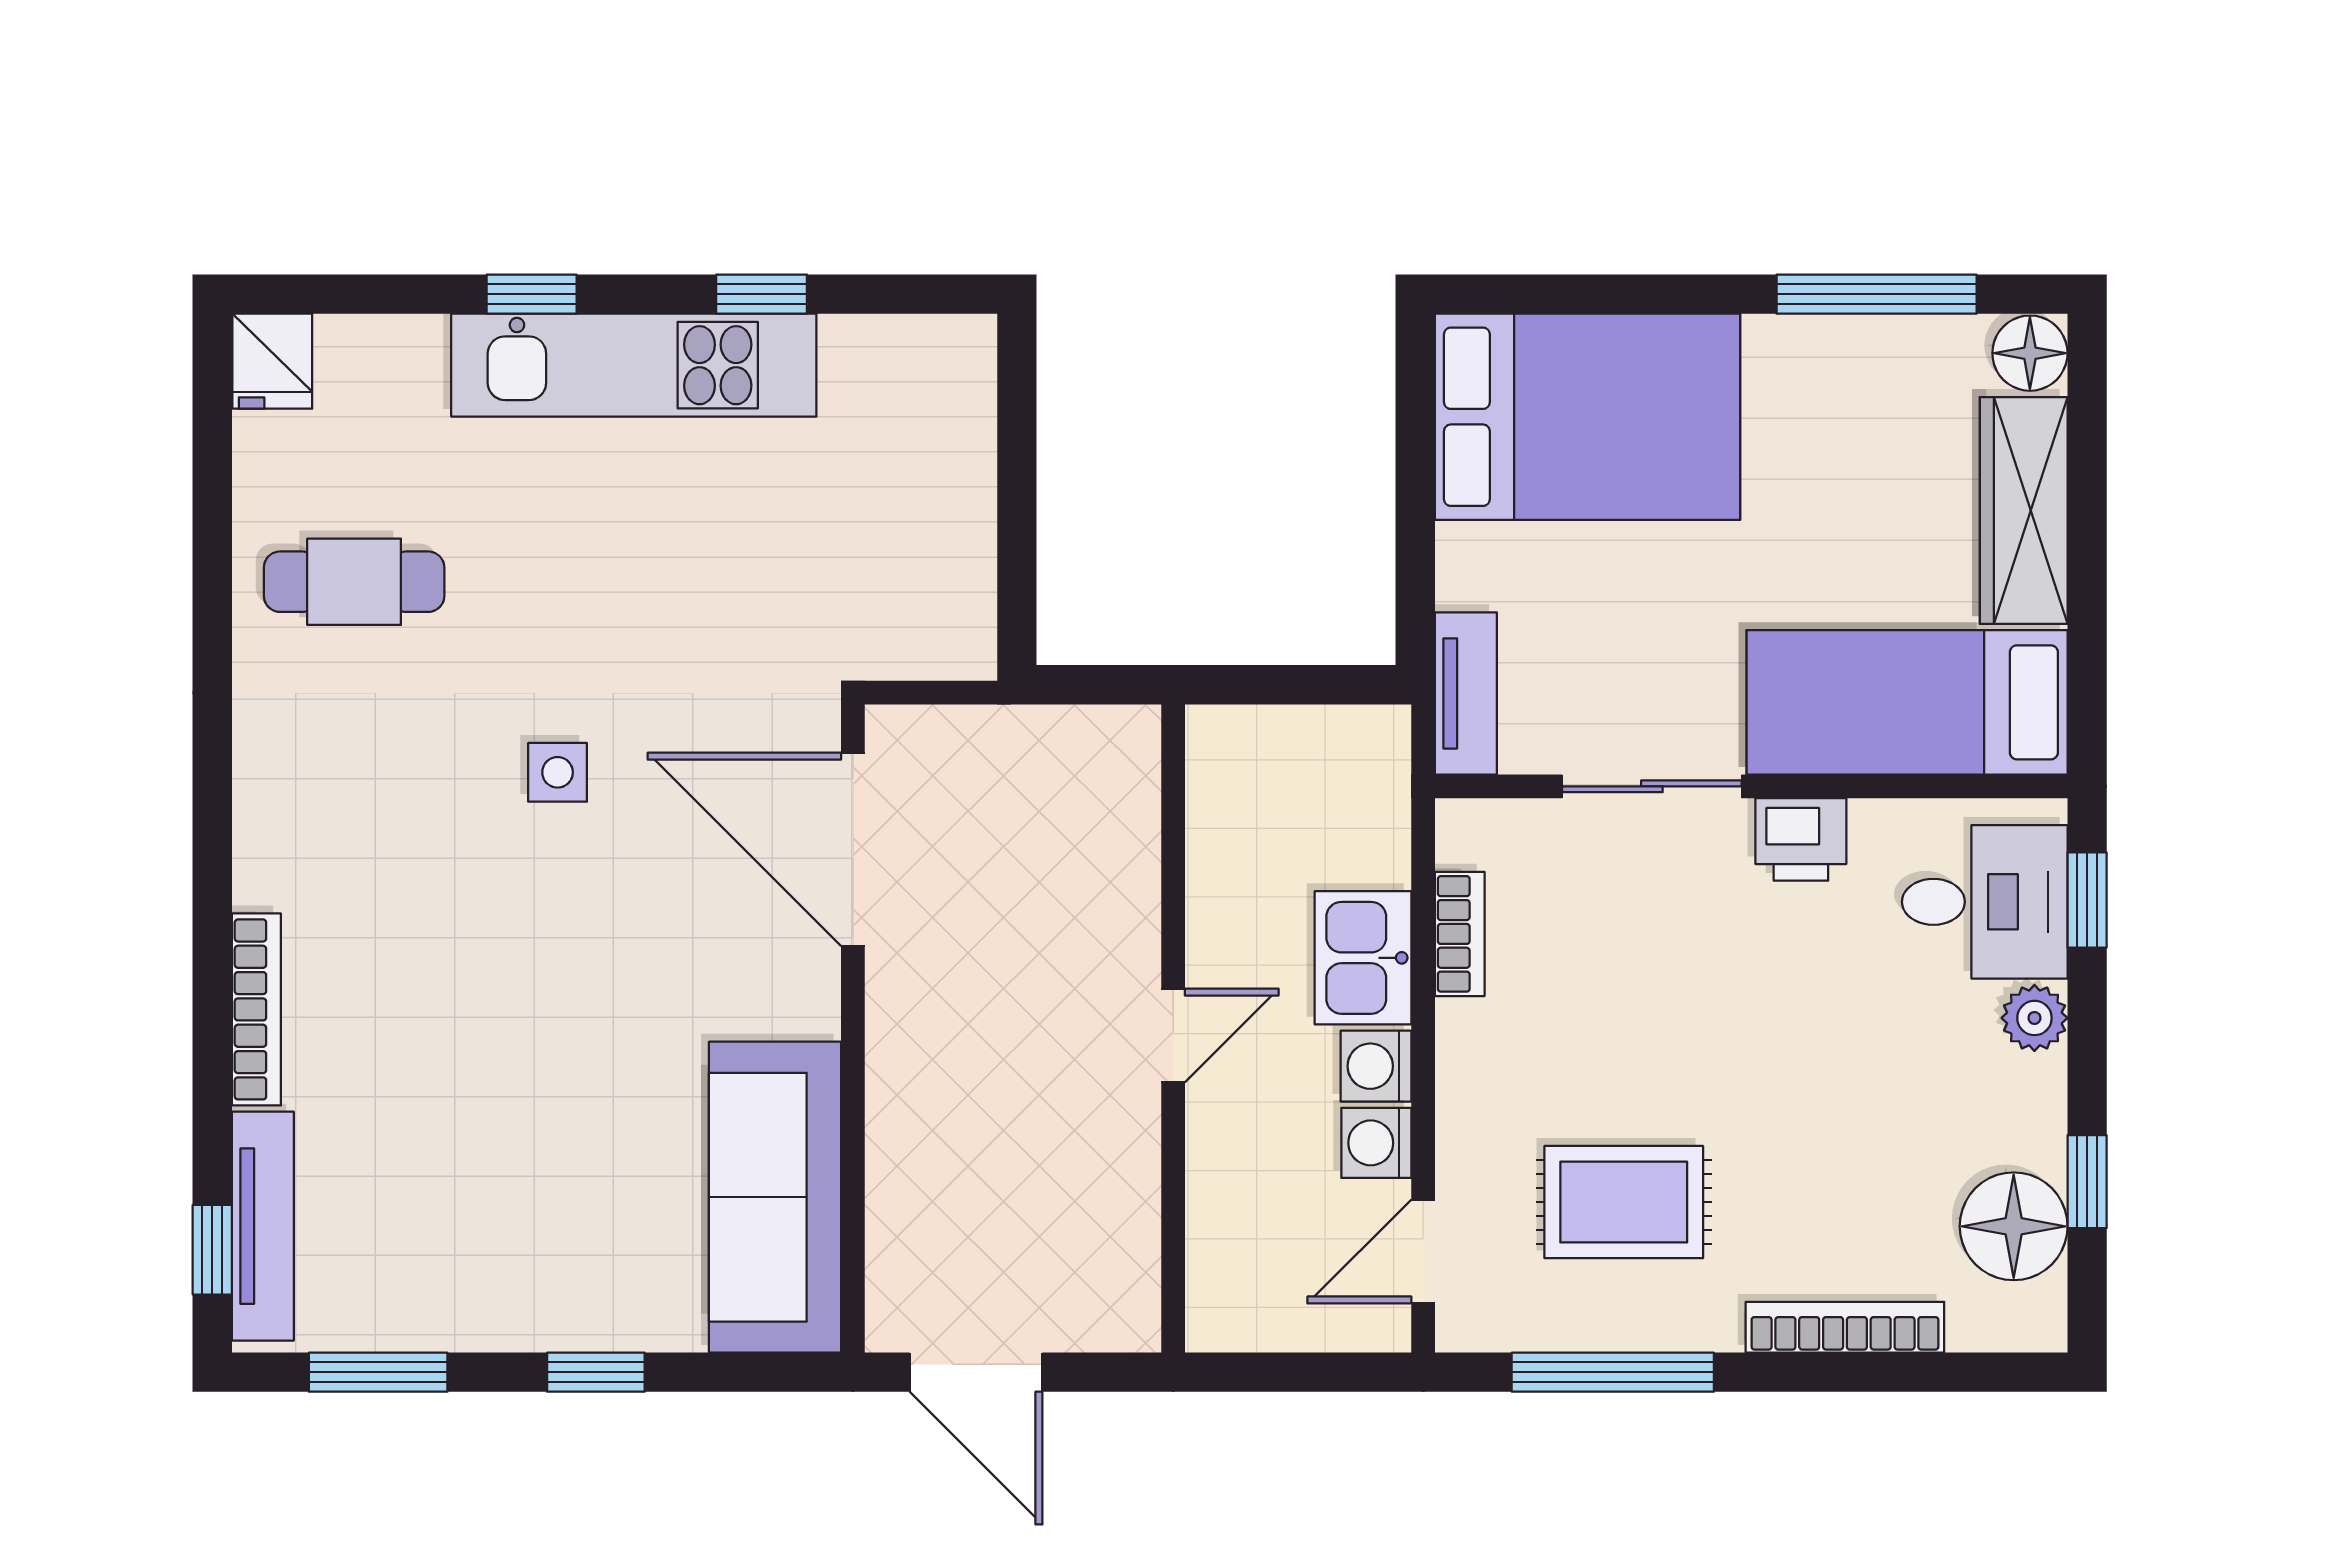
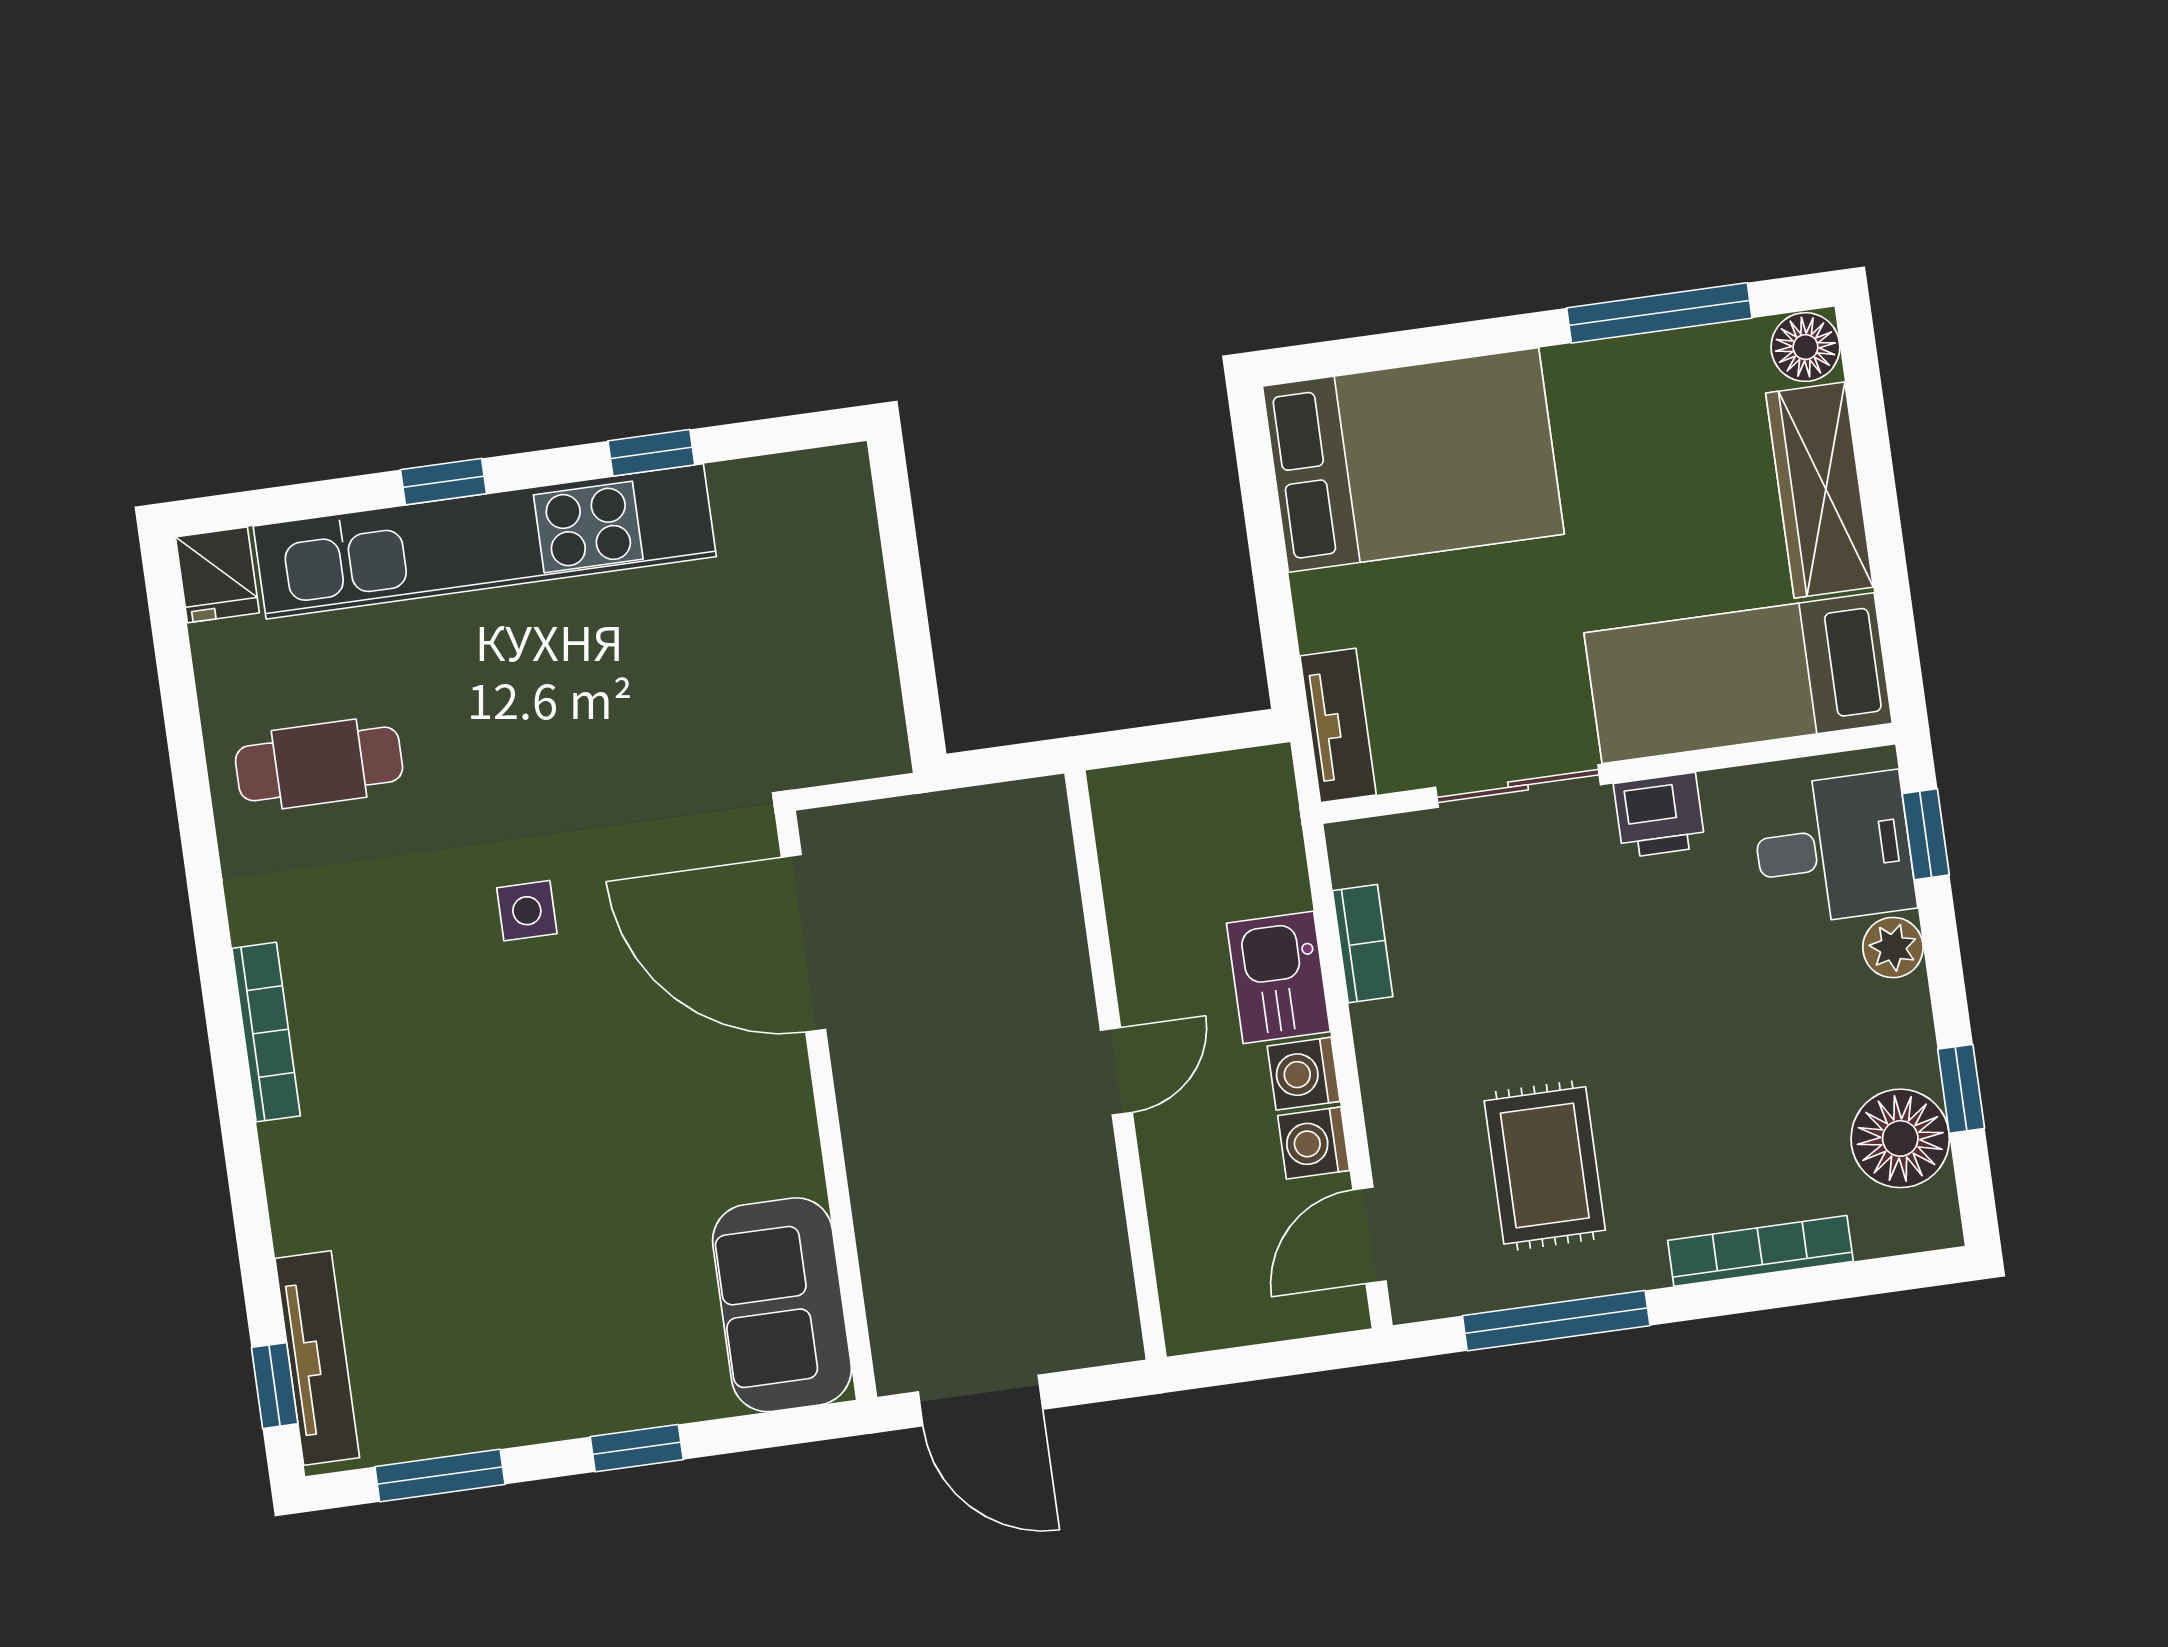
kitchen unit: (634, 365) -> (485, 541), width x1.36
bookcase: (256, 1009) -> (266, 1032), moved
sofa: (775, 1197) -> (782, 1305), width x0.73
rug: (1624, 1202) -> (1545, 1165), turned 90

